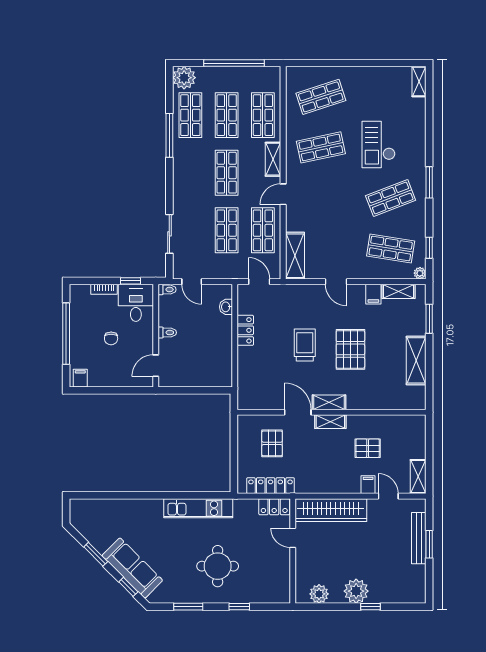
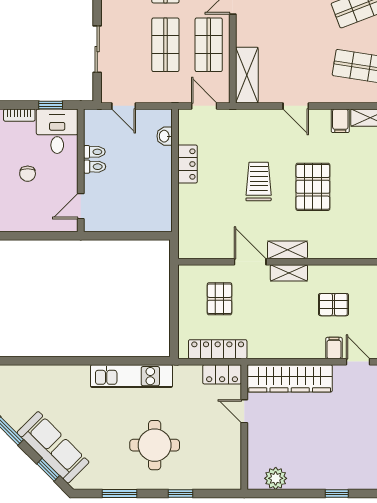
toilet: (167, 290) -> (94, 152), moved
plant: (356, 591) -> (320, 475), removed

